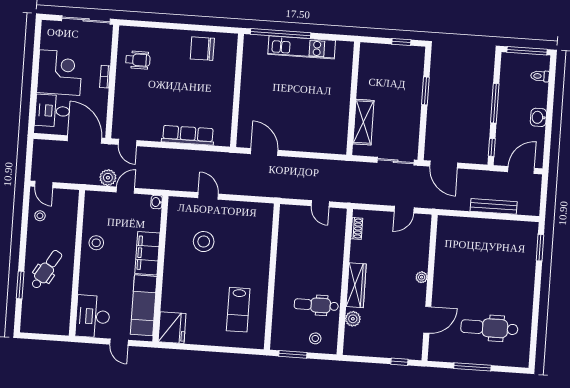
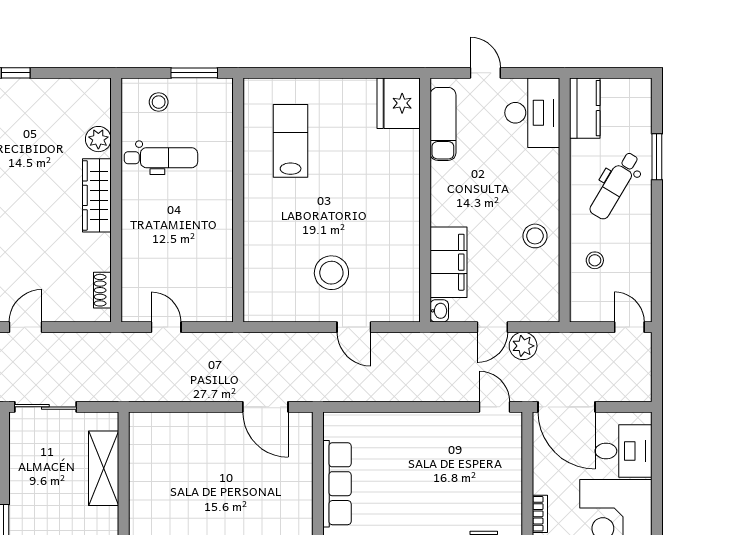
row of seats: (188, 135) -> (337, 484), moved, turned -90
stool: (40, 216) -> (595, 260), moved
stool: (204, 242) -> (331, 273), moved
filing cabinet: (147, 253) -> (448, 262), moved
exam couch: (144, 305) -> (443, 124), width x0.73, depth x0.69
kitchen counter: (61, 317) -> (585, 108), added

